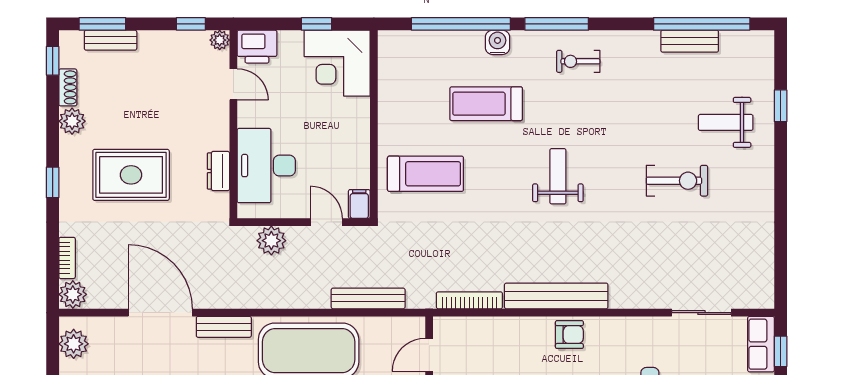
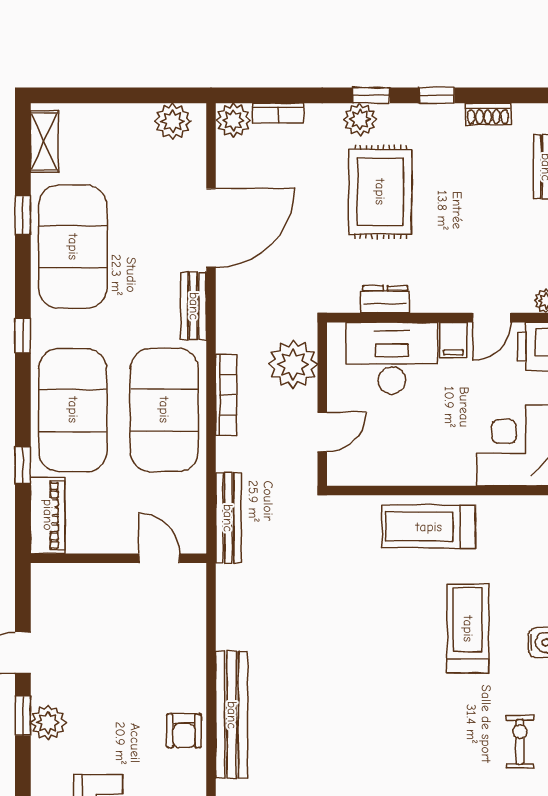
window: (53, 61) -> (437, 95), moved
plant: (72, 121) -> (360, 119), moved
treadmill: (425, 174) -> (429, 527), moved, turned 90
weight bench: (558, 176) -> (379, 717), removed
filing cabinet: (359, 204) -> (453, 340), moved, turned 90
plant: (271, 241) -> (293, 364), width x1.36, depth x1.36
bench: (368, 298) -> (228, 518), moved
bookcase: (469, 300) -> (226, 395), moved

